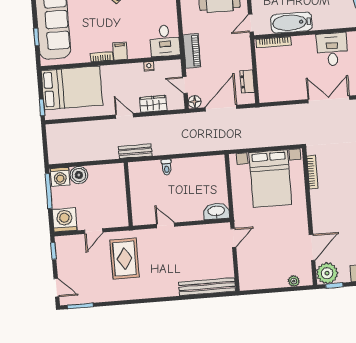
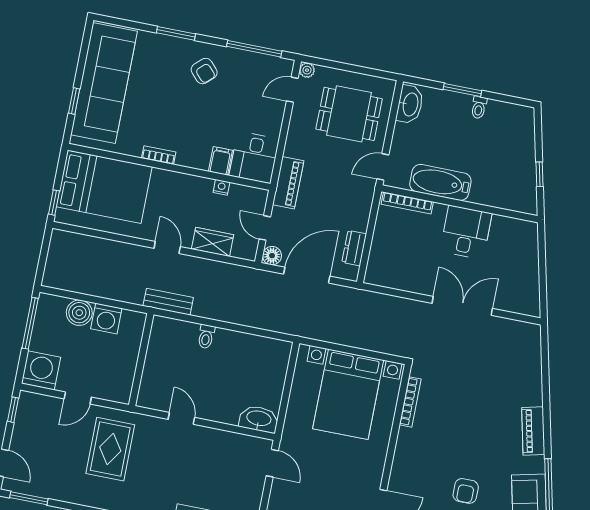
desk: (332, 49) -> (466, 232), moved
filing cabinet: (120, 51) -> (220, 161), moved
washing machine: (60, 177) -> (106, 319), moved
door: (233, 238) -> (272, 463), hinge flipped

